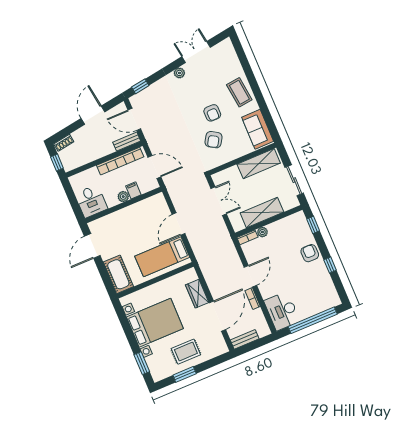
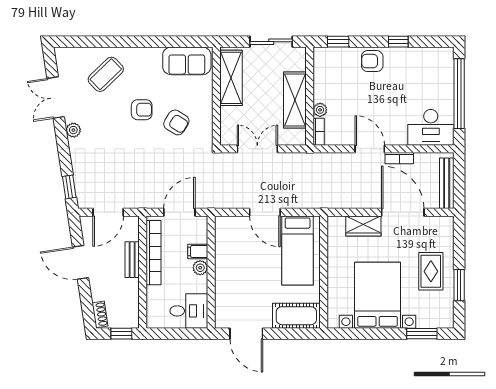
coffee table: (239, 92) -> (106, 74), moved, turned -37
bench: (127, 142) -> (132, 260), moved
bench: (245, 339) -> (447, 183), width x1.36

